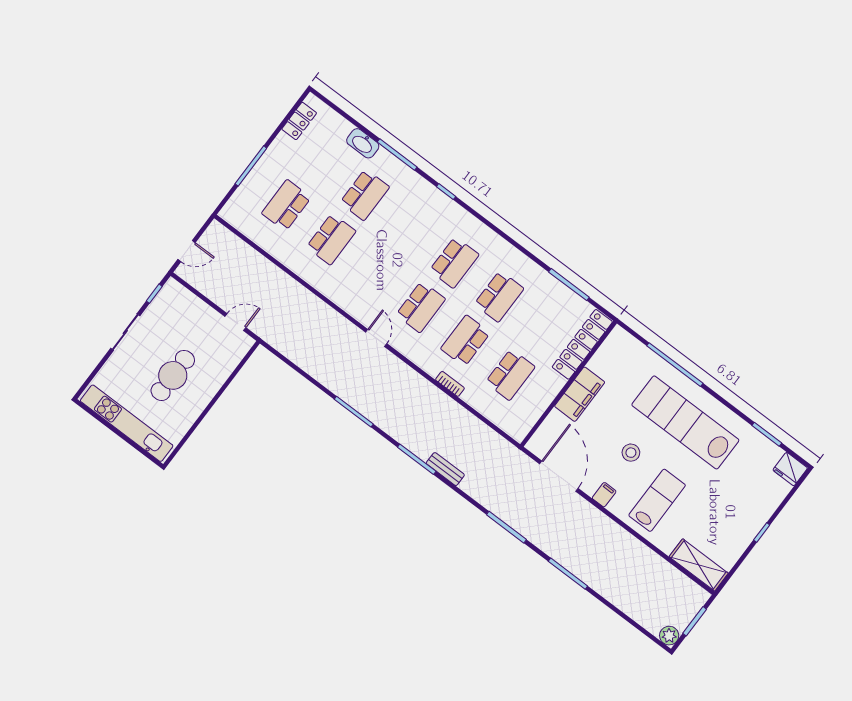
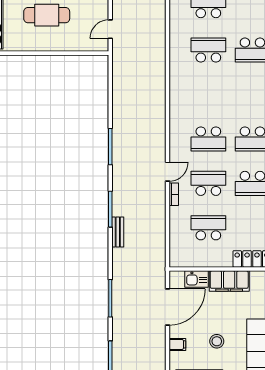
school desk: (331, 239) -> (208, 50), turned 180
door: (235, 322) -> (110, 29), swing flipped
door: (376, 338) -> (167, 172), moved
school desk: (510, 375) -> (208, 228), turned 180
kitchen sink: (553, 426) -> (197, 279), added

